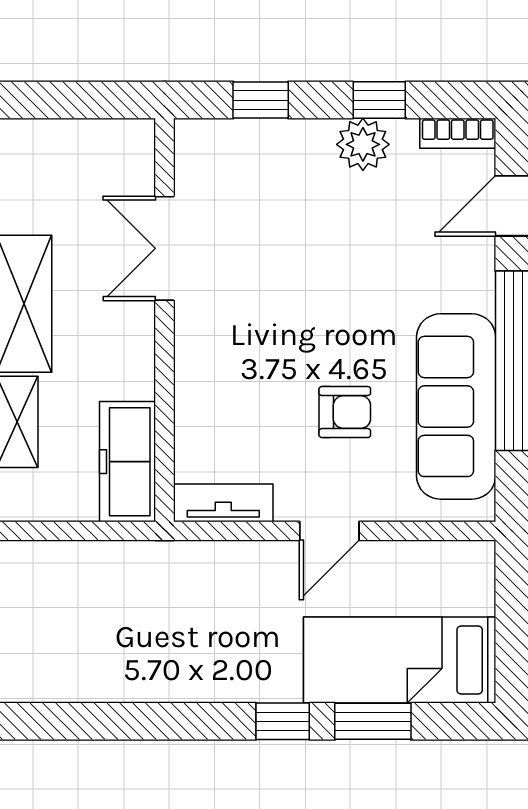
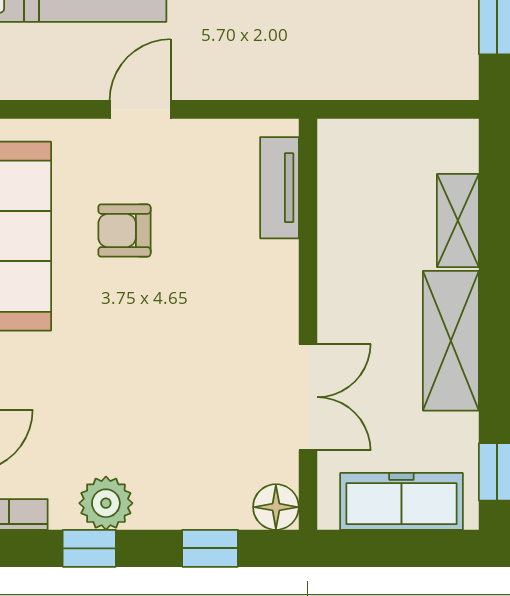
floor lamp: (196, 141) -> (276, 507), added
freezer: (128, 462) -> (401, 501), moved, turned -90
tv unit: (223, 503) -> (279, 188), moved, turned 90

